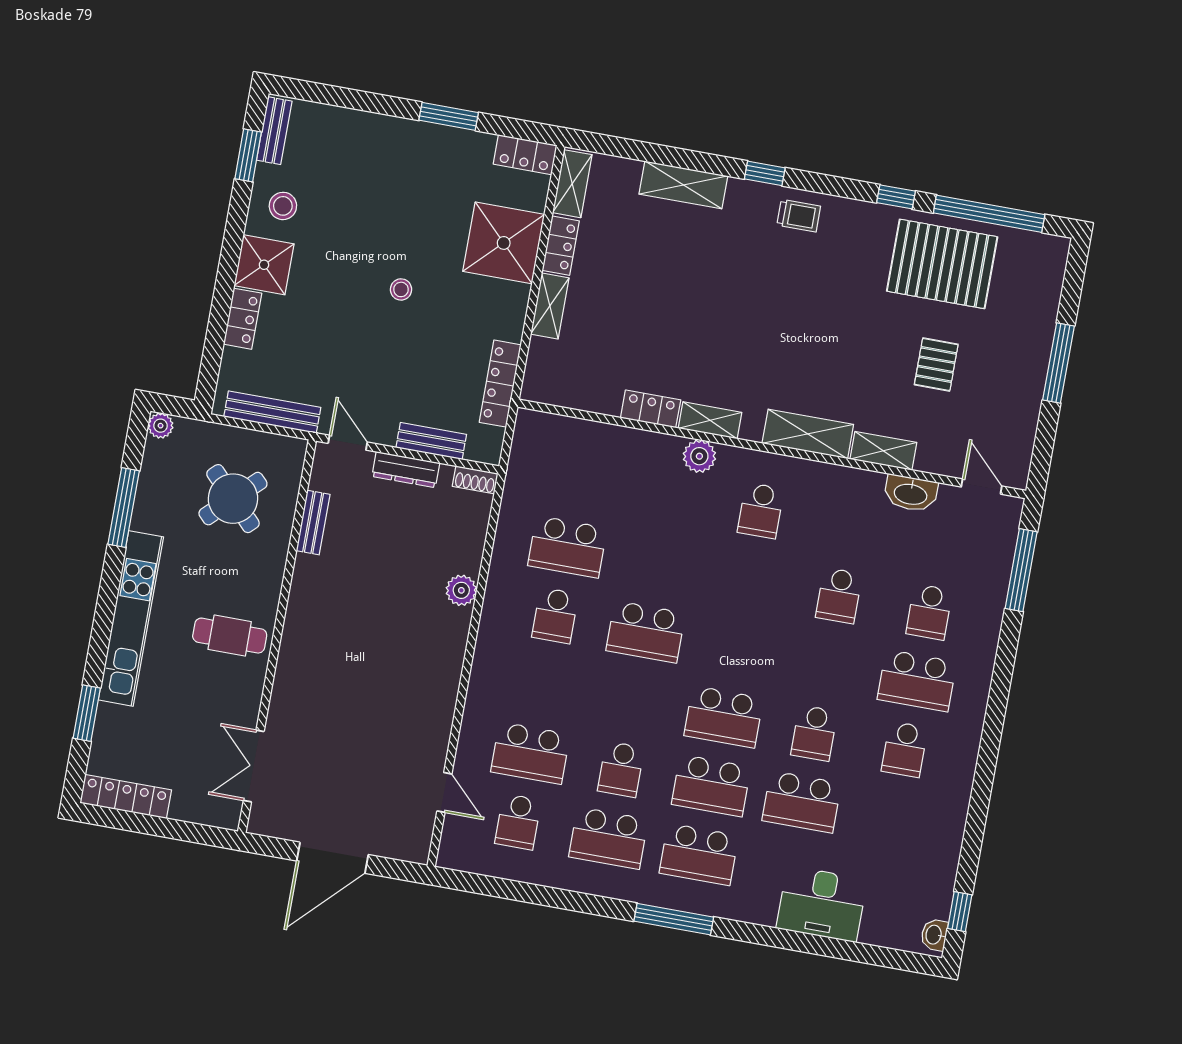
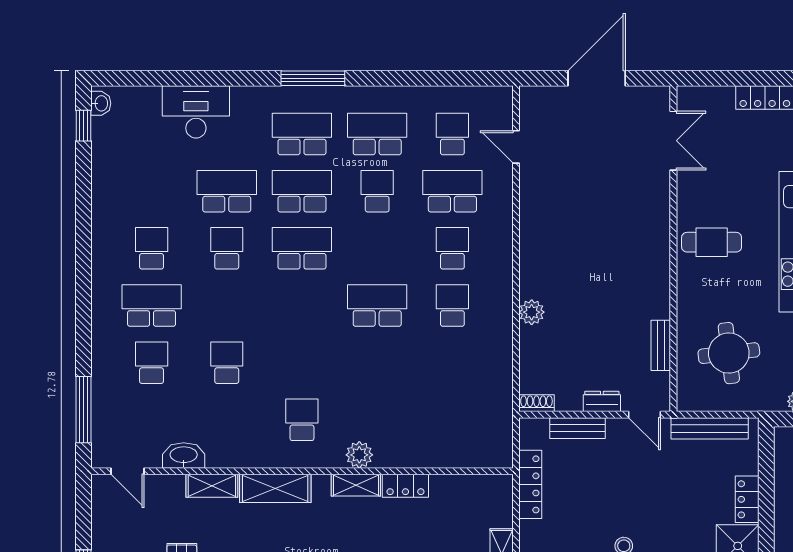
dresser: (406, 470) -> (602, 401), width x0.70
round table: (233, 499) -> (729, 353), turned 37
school desk: (567, 547) -> (452, 248), moved, width x0.54

